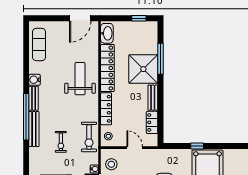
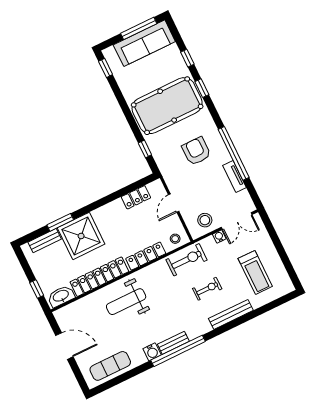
door: (80, 18) -> (64, 346), moved
window: (139, 18) -> (37, 289), moved
window: (161, 59) -> (60, 222), width x0.69
bench: (153, 98) -> (45, 241), moved
window: (26, 117) -> (178, 351), moved
bench: (34, 129) -> (231, 314), moved
window: (197, 146) -> (145, 149), moved

